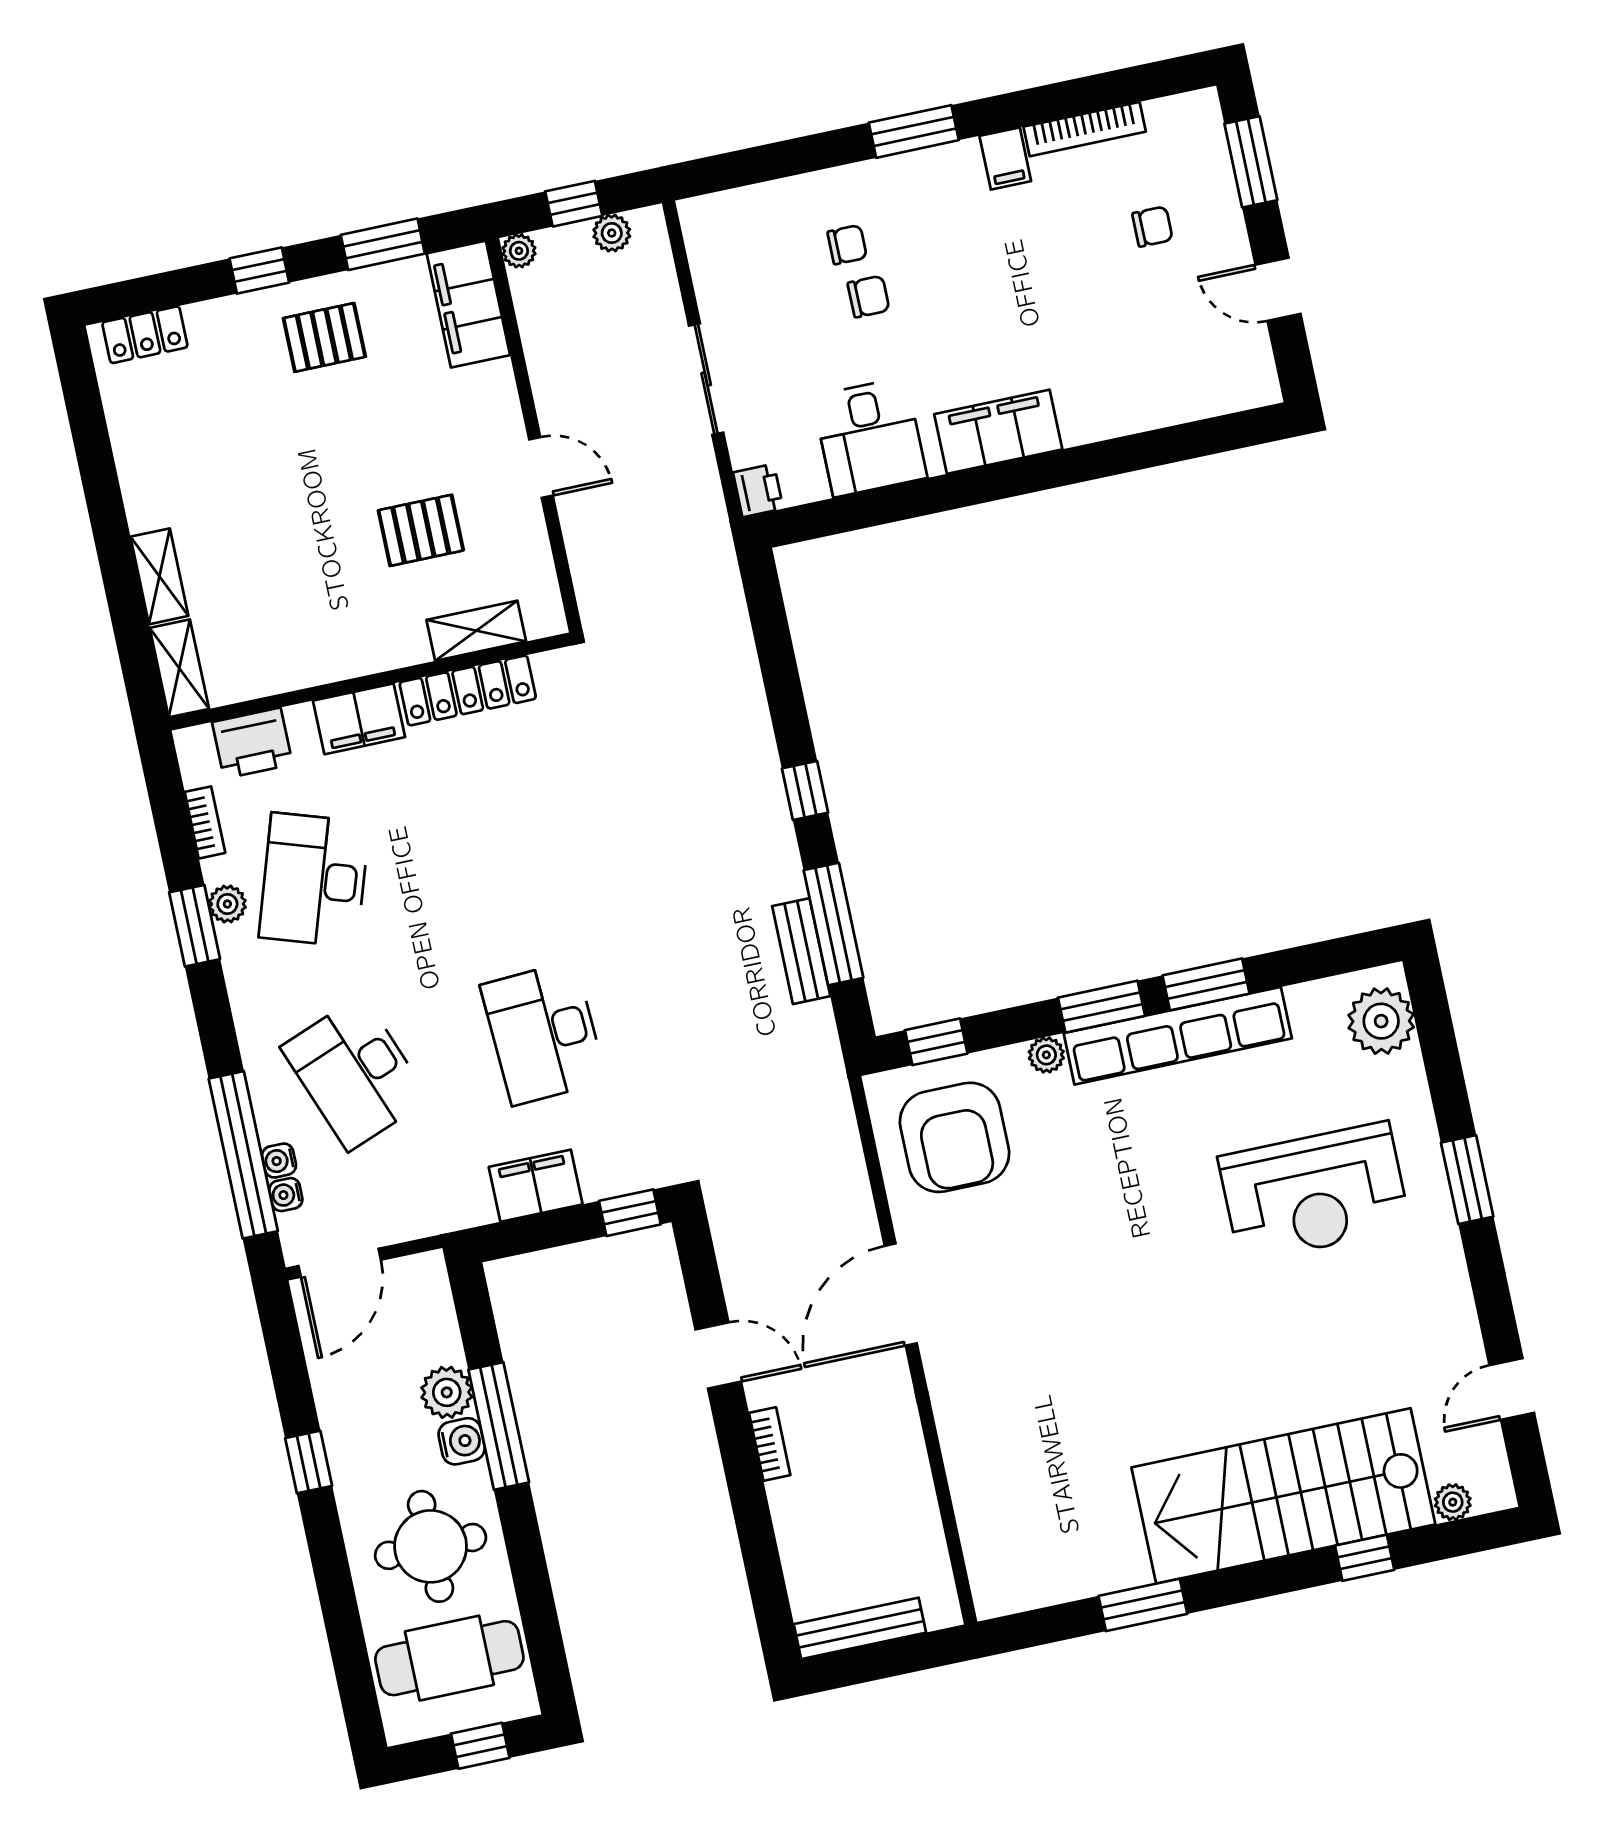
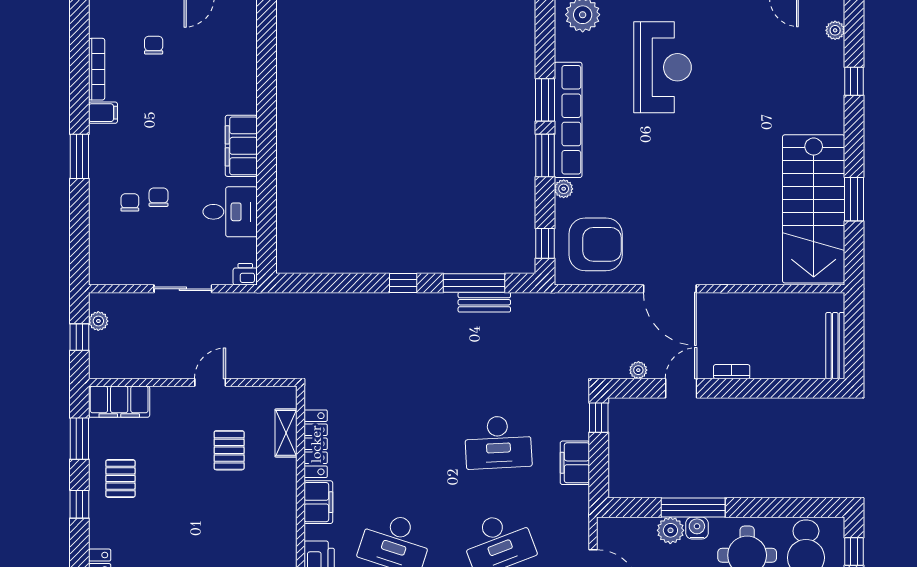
plant: (519, 251) -> (638, 370), moved
stairs: (1283, 1496) -> (814, 209), moved

